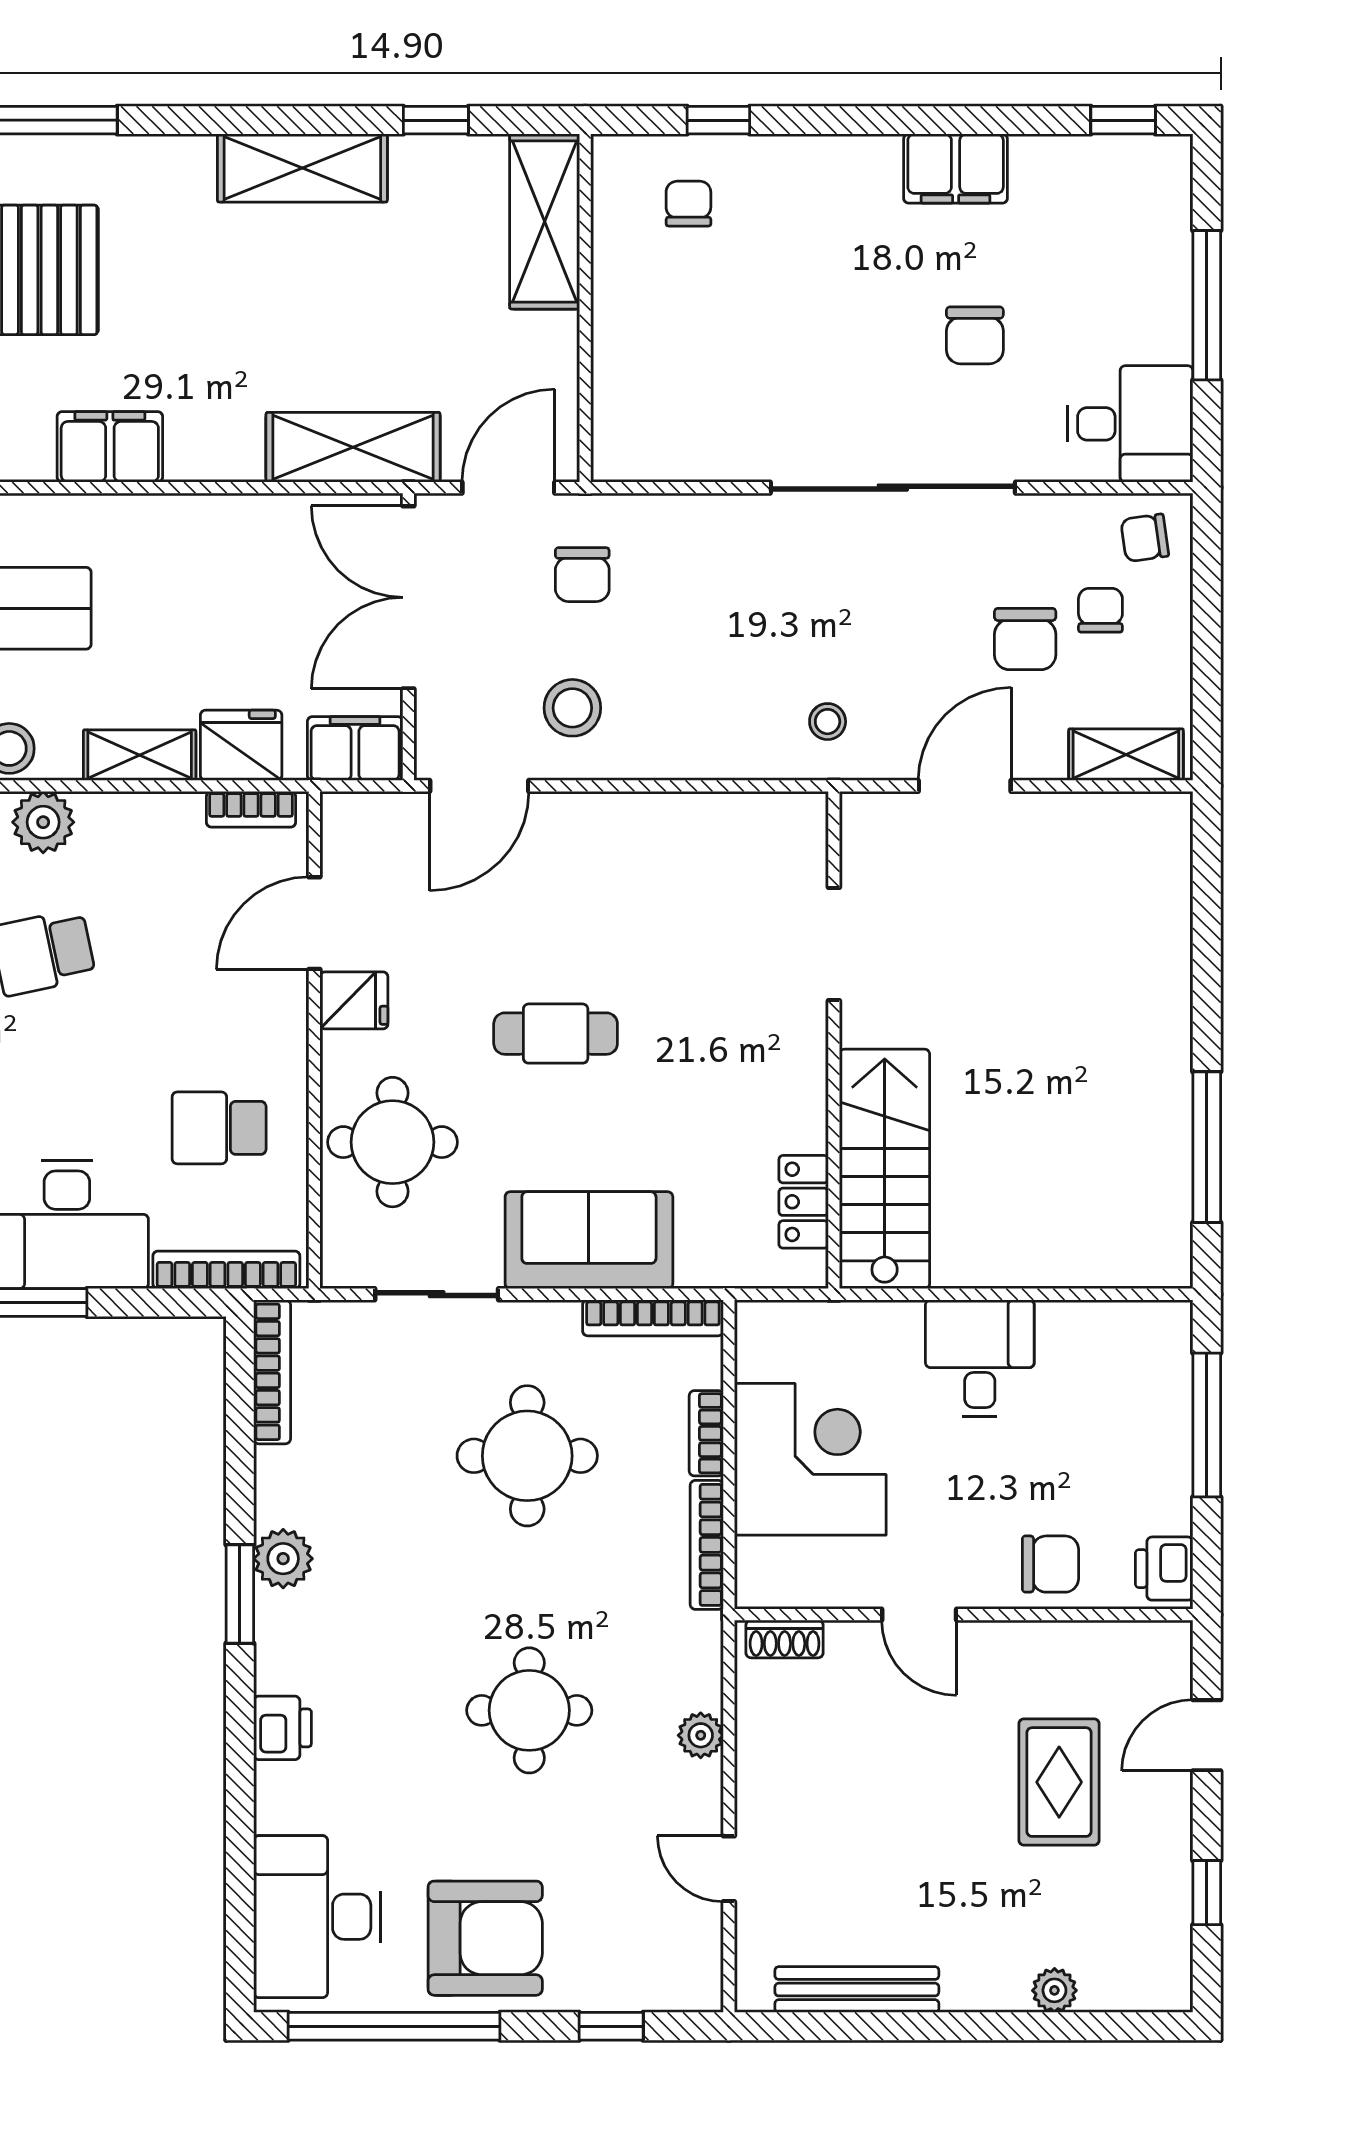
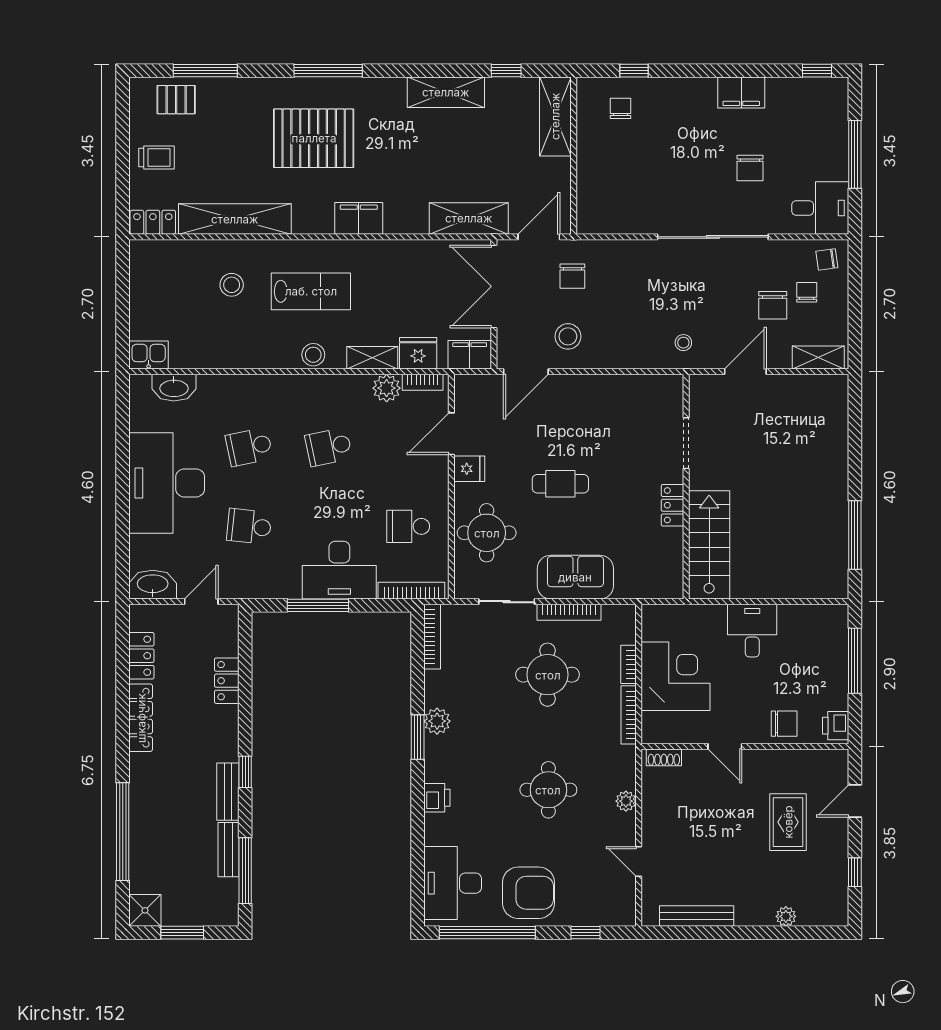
plant: (43, 822) -> (387, 388), moved
locker: (804, 1202) -> (672, 505), moved
bookcase: (653, 1318) -> (569, 612), moved

